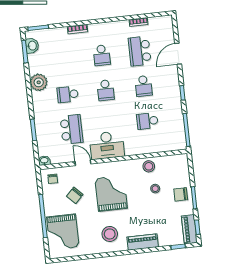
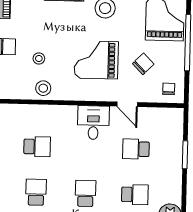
school desk: (72, 129) -> (136, 149), width x0.54
desk: (107, 145) -> (93, 123), width x0.73
washbasin: (44, 161) -> (176, 114), removed
grand piano: (111, 193) -> (96, 60), turned 90

